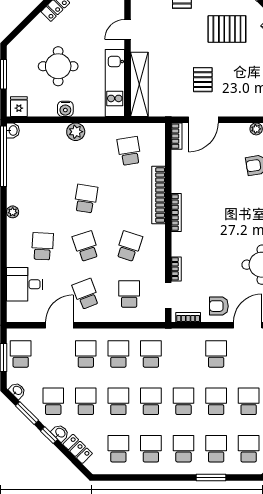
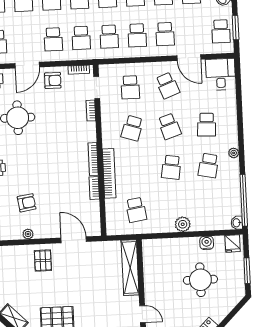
door: (127, 30) -> (142, 314), hinge flipped
pallet: (203, 80) -> (43, 261), moved
kitchen unit: (115, 83) -> (151, 268), removed
water cooler: (65, 109) -> (207, 243), moved
door: (203, 120) -> (74, 240), hinge flipped
bookcase: (177, 136) -> (94, 188), moved
school desk: (42, 199) -> (208, 166), added
desk: (25, 284) -> (221, 74), moved, turned -90
door: (59, 325) -> (189, 58), hinge flipped
school desk: (183, 354) -> (81, 38), added

